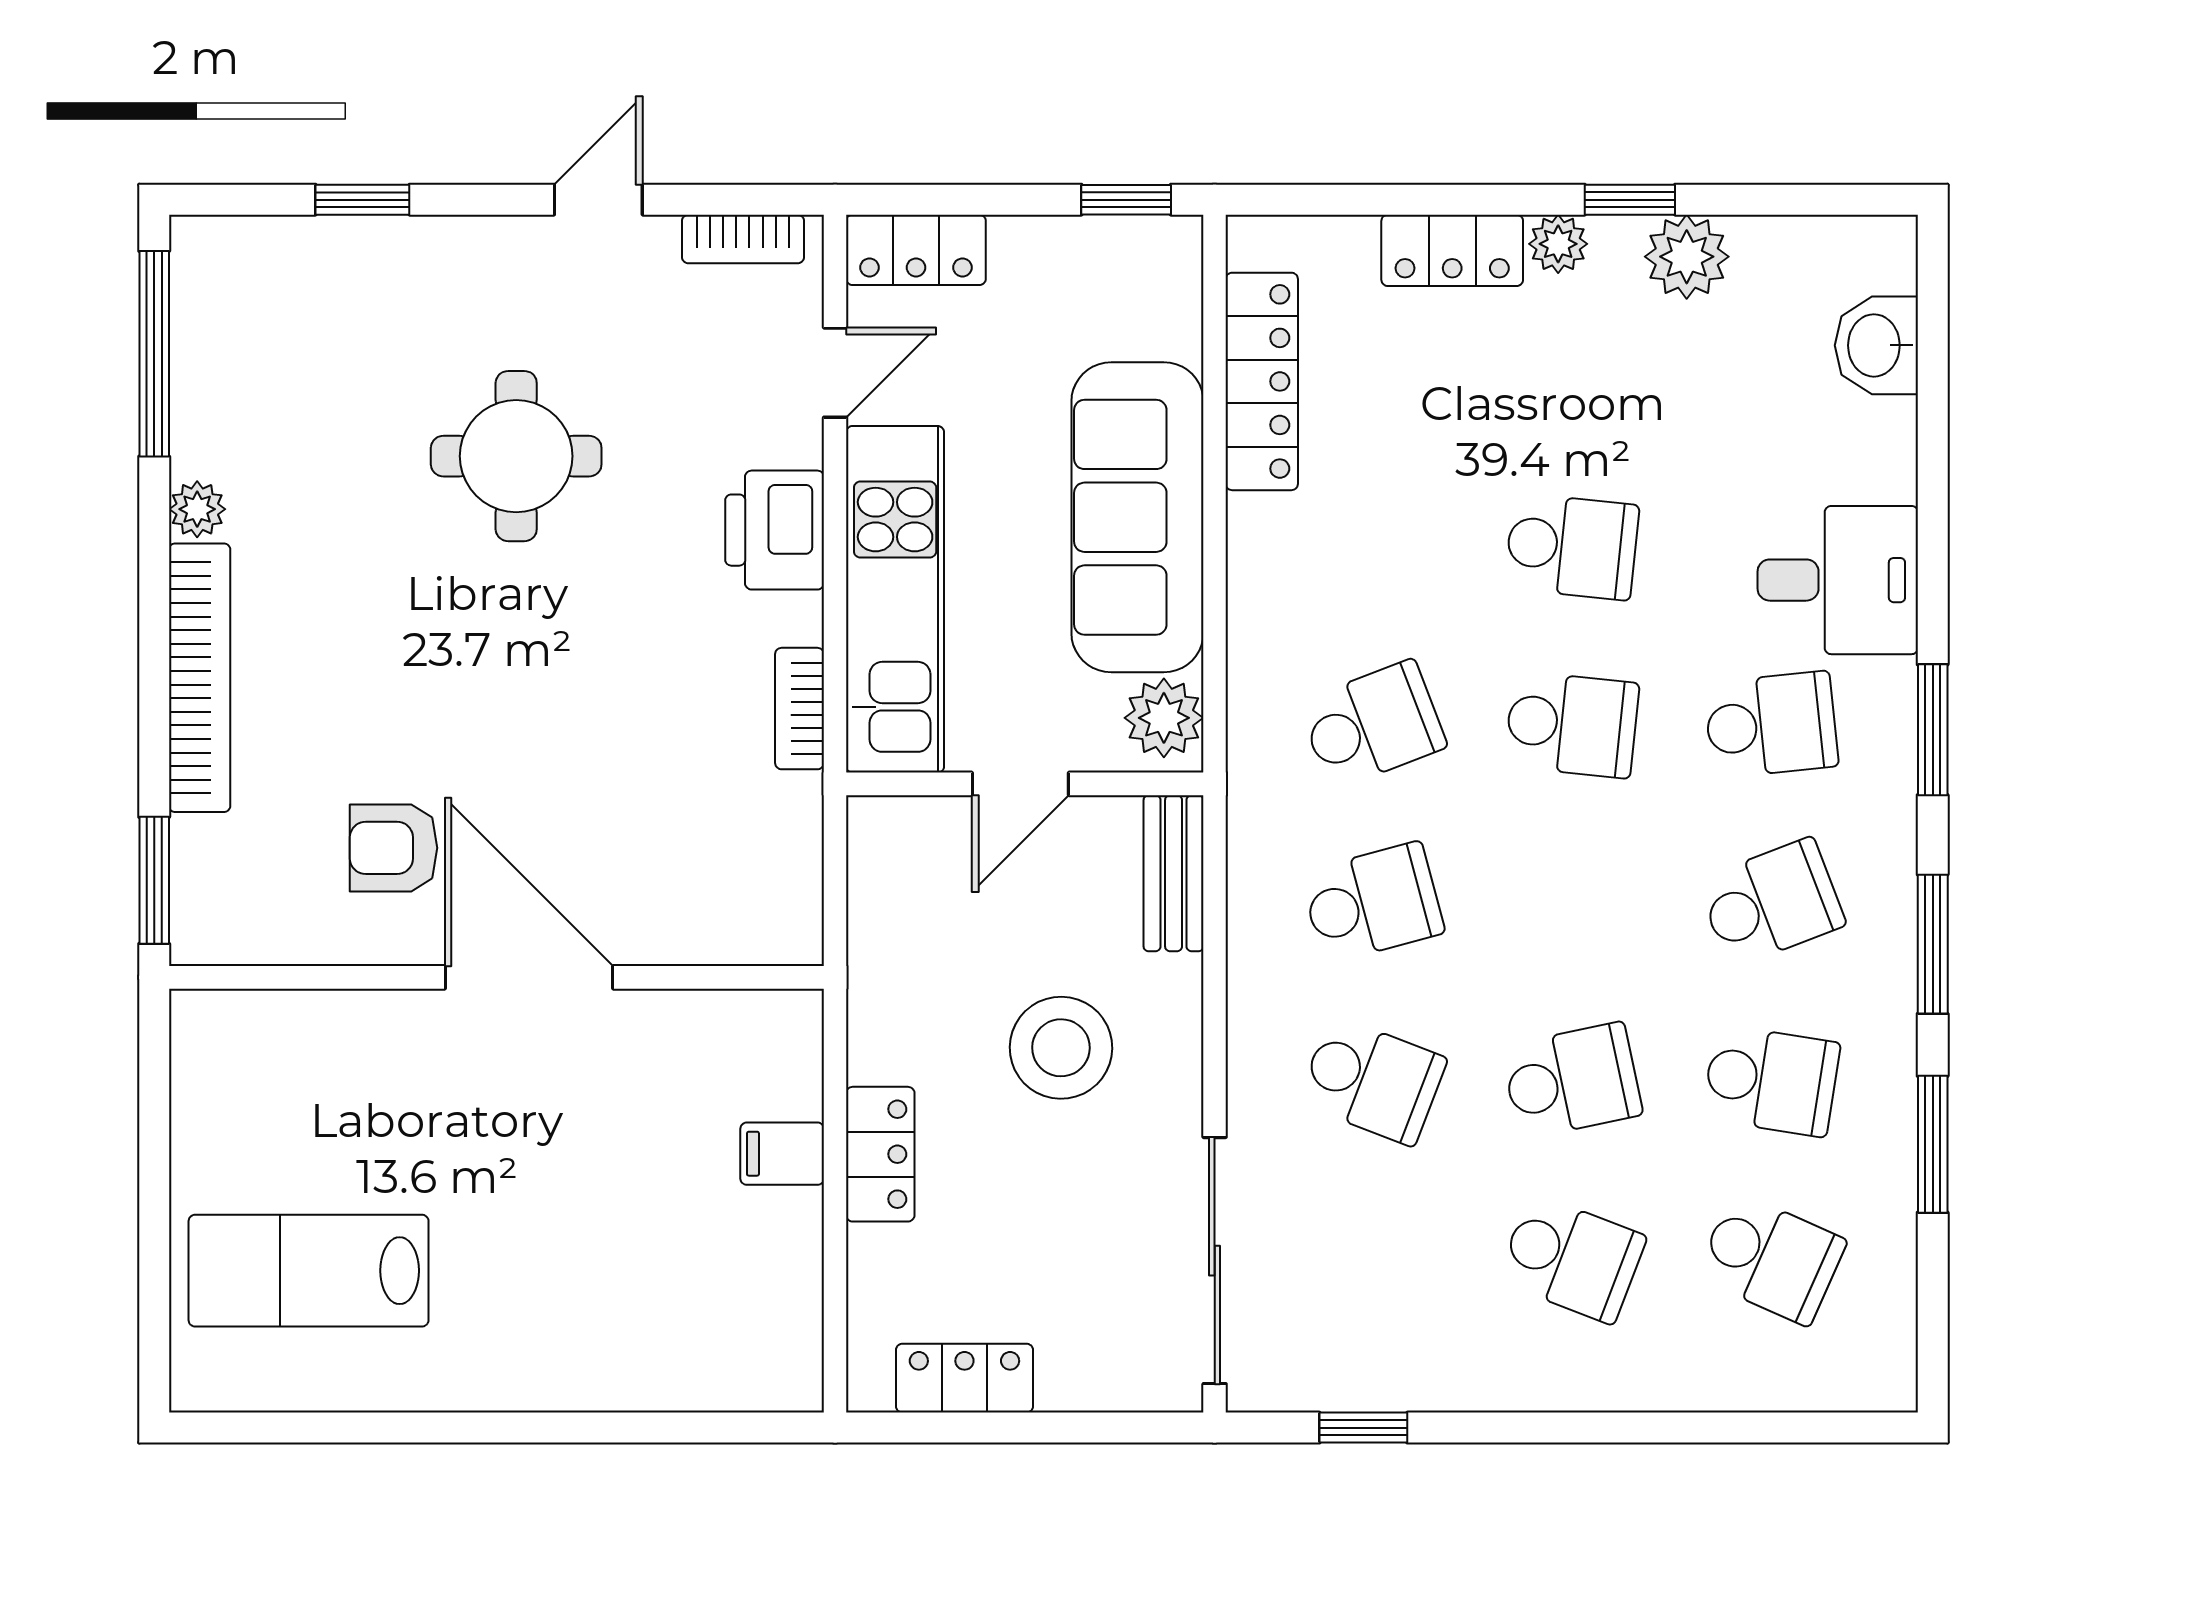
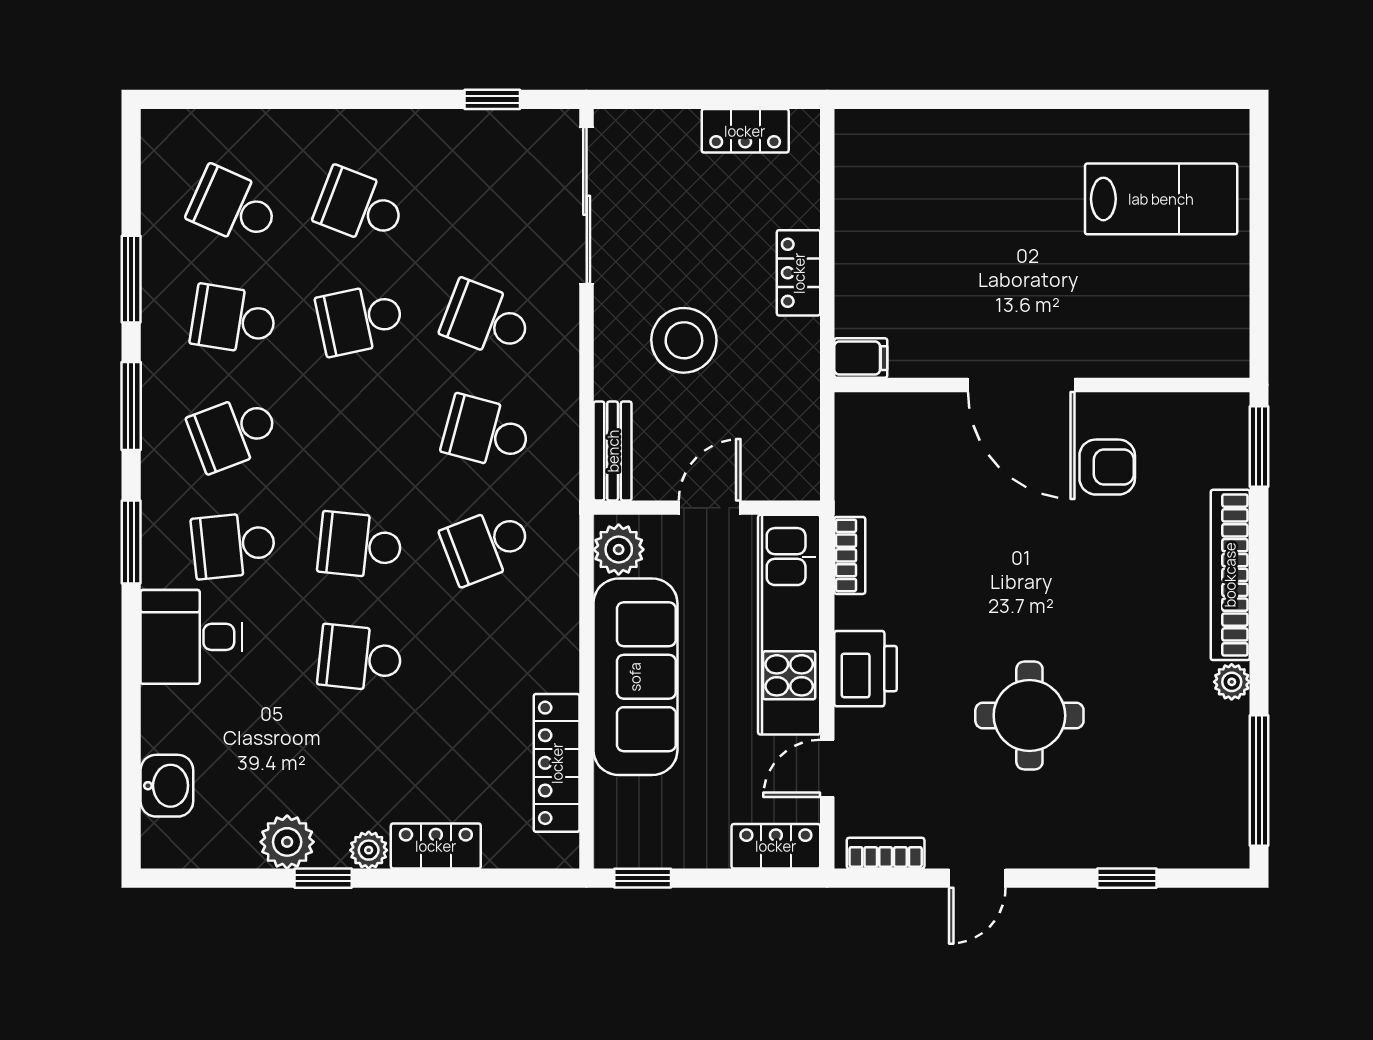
school desk: (1372, 903) -> (486, 432), turned 30
filing cabinet: (782, 1154) -> (861, 358), moved

